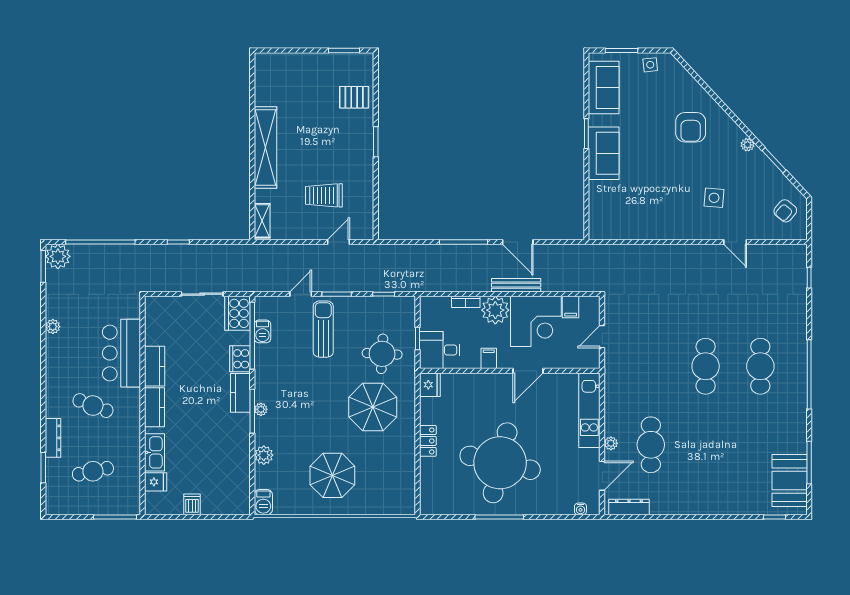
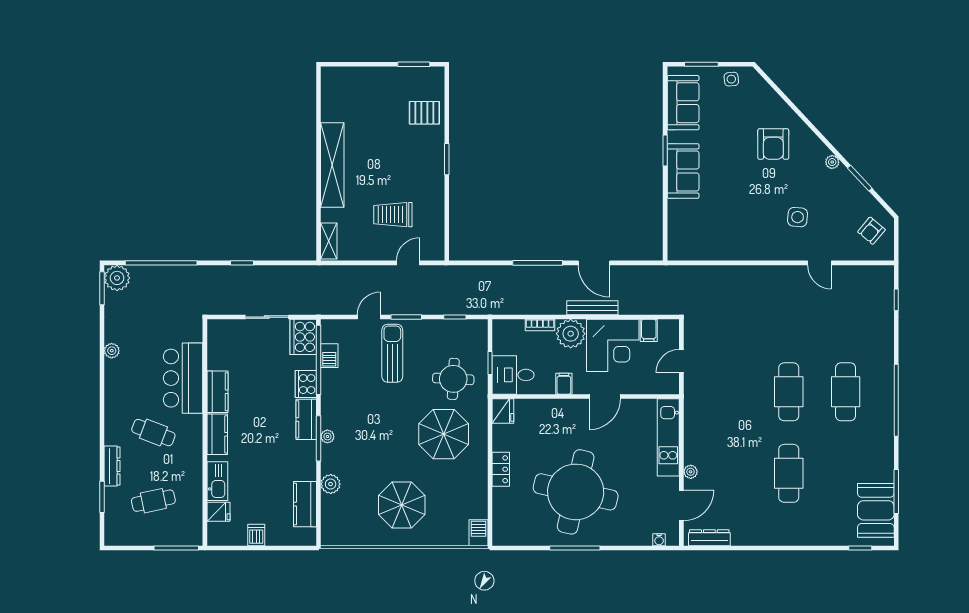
cafe table: (651, 445) -> (789, 473), moved
kitchen counter: (239, 475) -> (305, 504), added
barbecue: (263, 502) -> (479, 533), moved, turned 180

